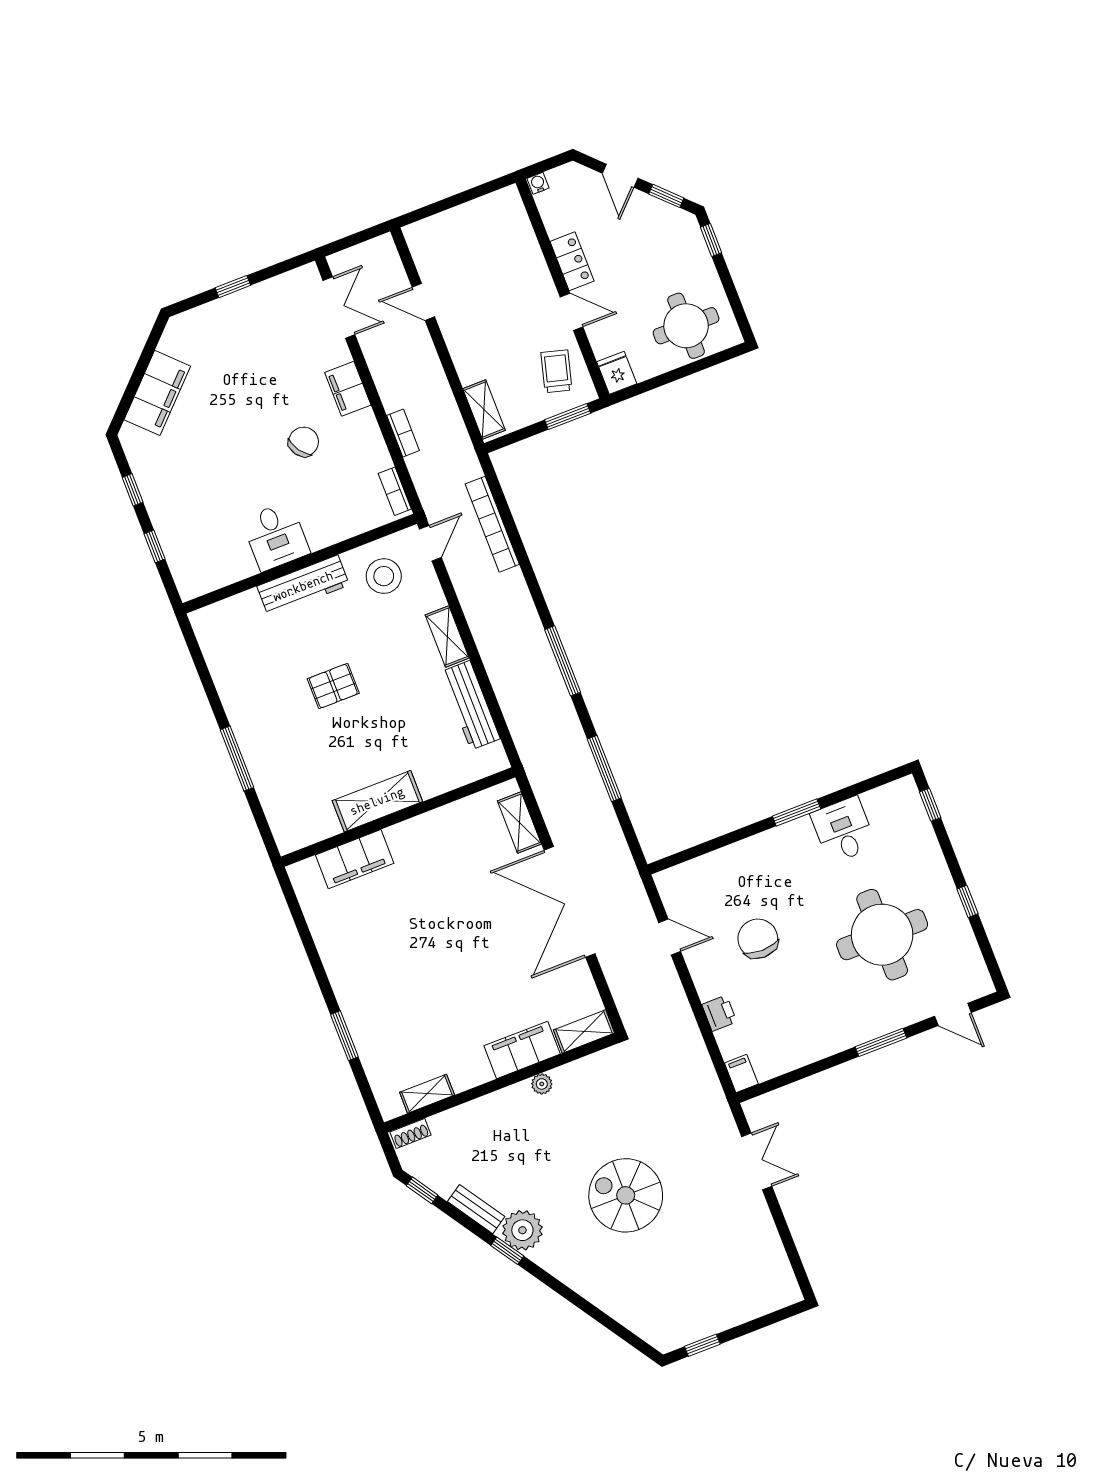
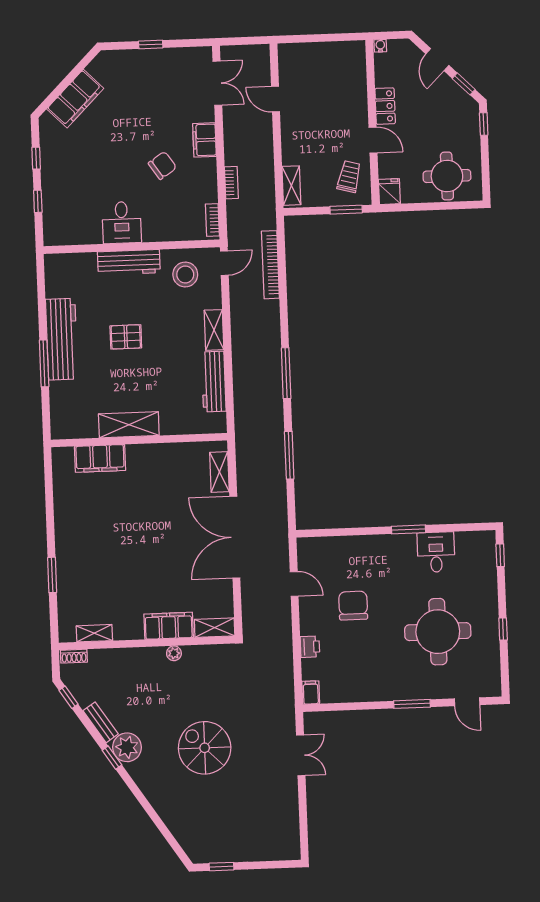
workbench: (249, 718) -> (62, 339), added

